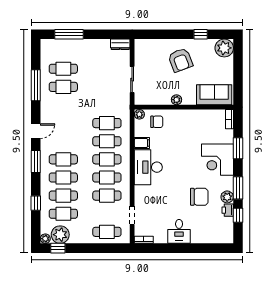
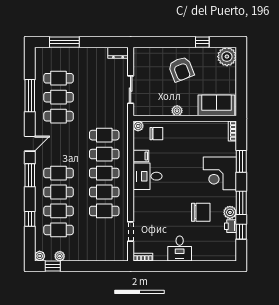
desk: (148, 167) -> (148, 176), width x0.73
cafe table: (107, 232) -> (59, 116), moved
plant: (60, 235) -> (60, 256), width x0.53, depth x0.53

